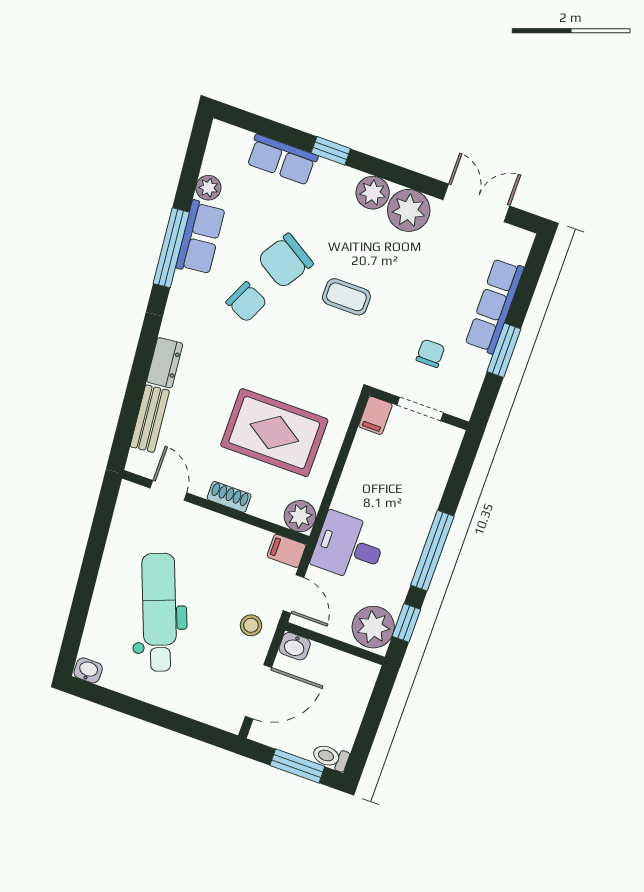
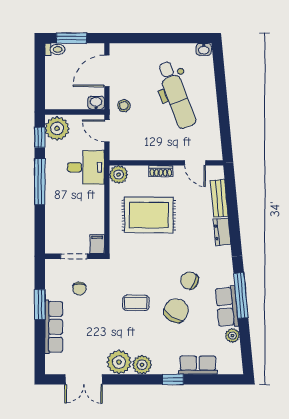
filing cabinet: (286, 551) -> (119, 153), removed

